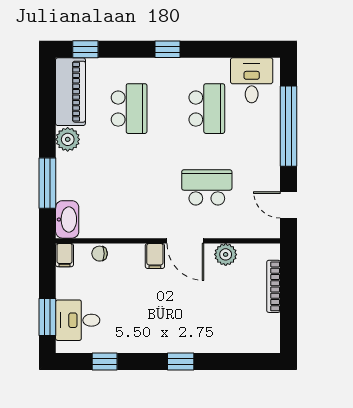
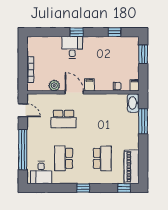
school desk: (129, 109) -> (102, 158), turned 180
plant: (68, 139) -> (133, 143), removed
desk: (78, 320) -> (72, 47), moved, turned -90

